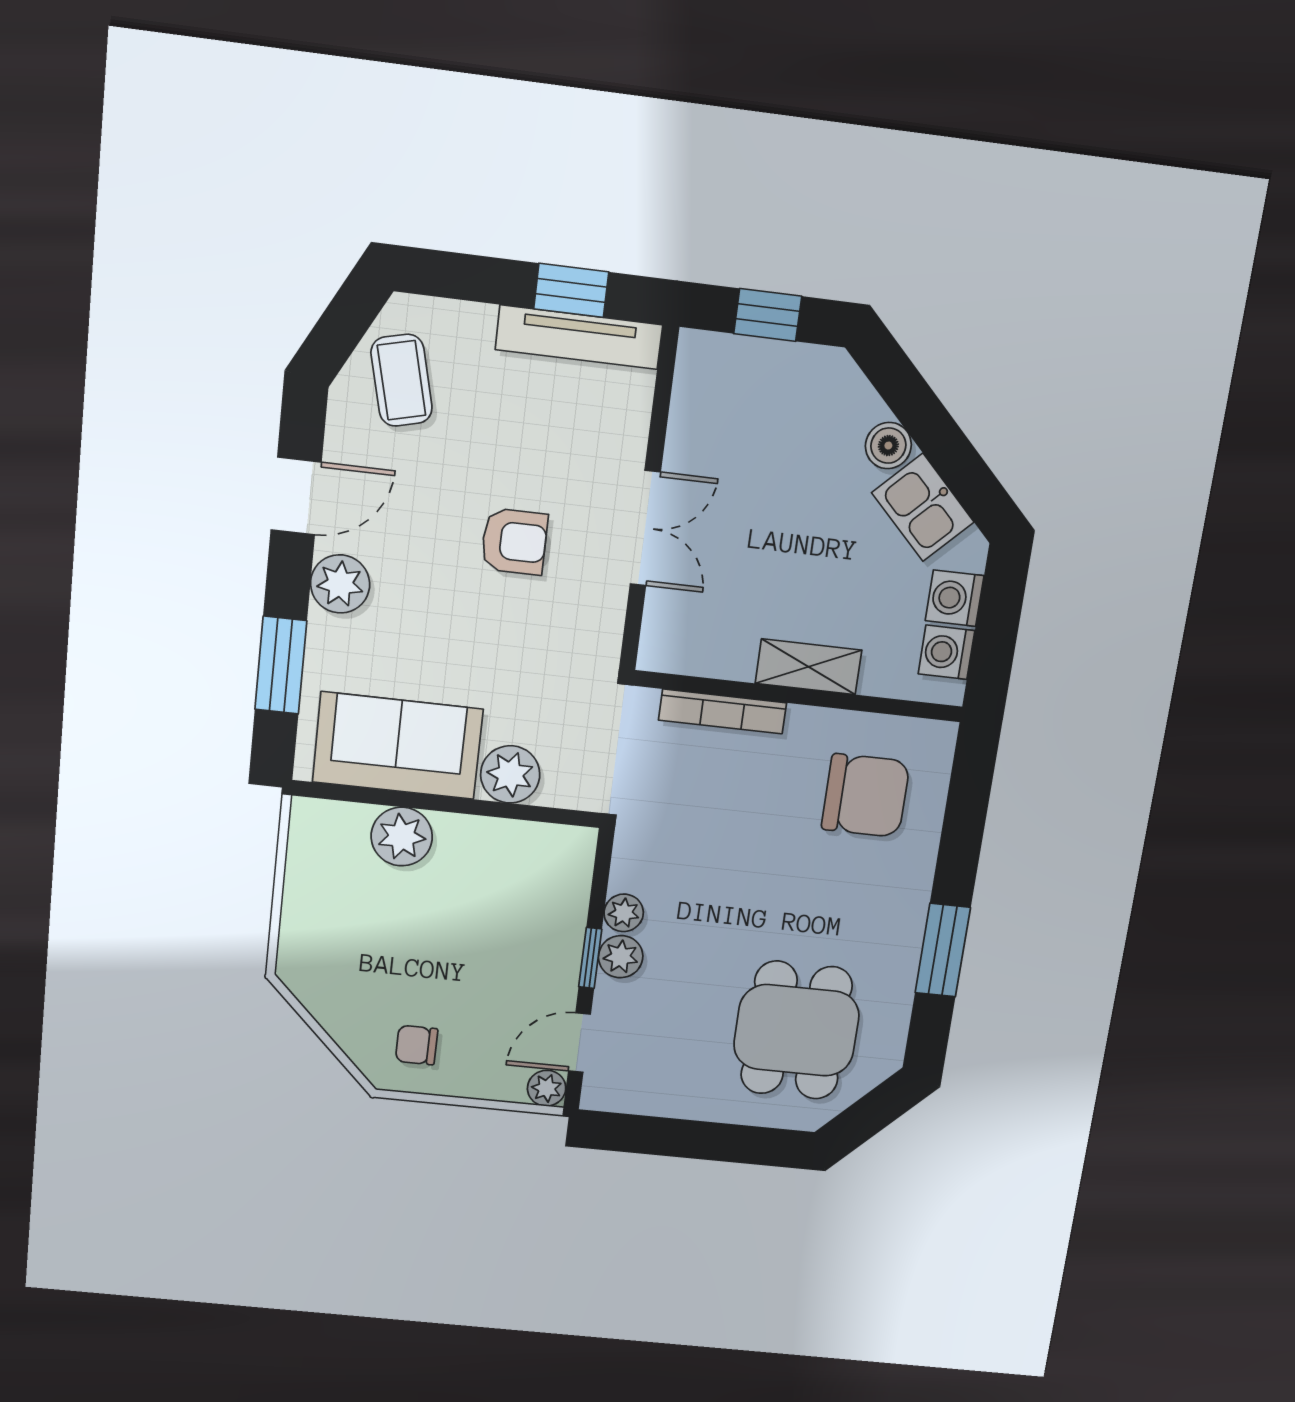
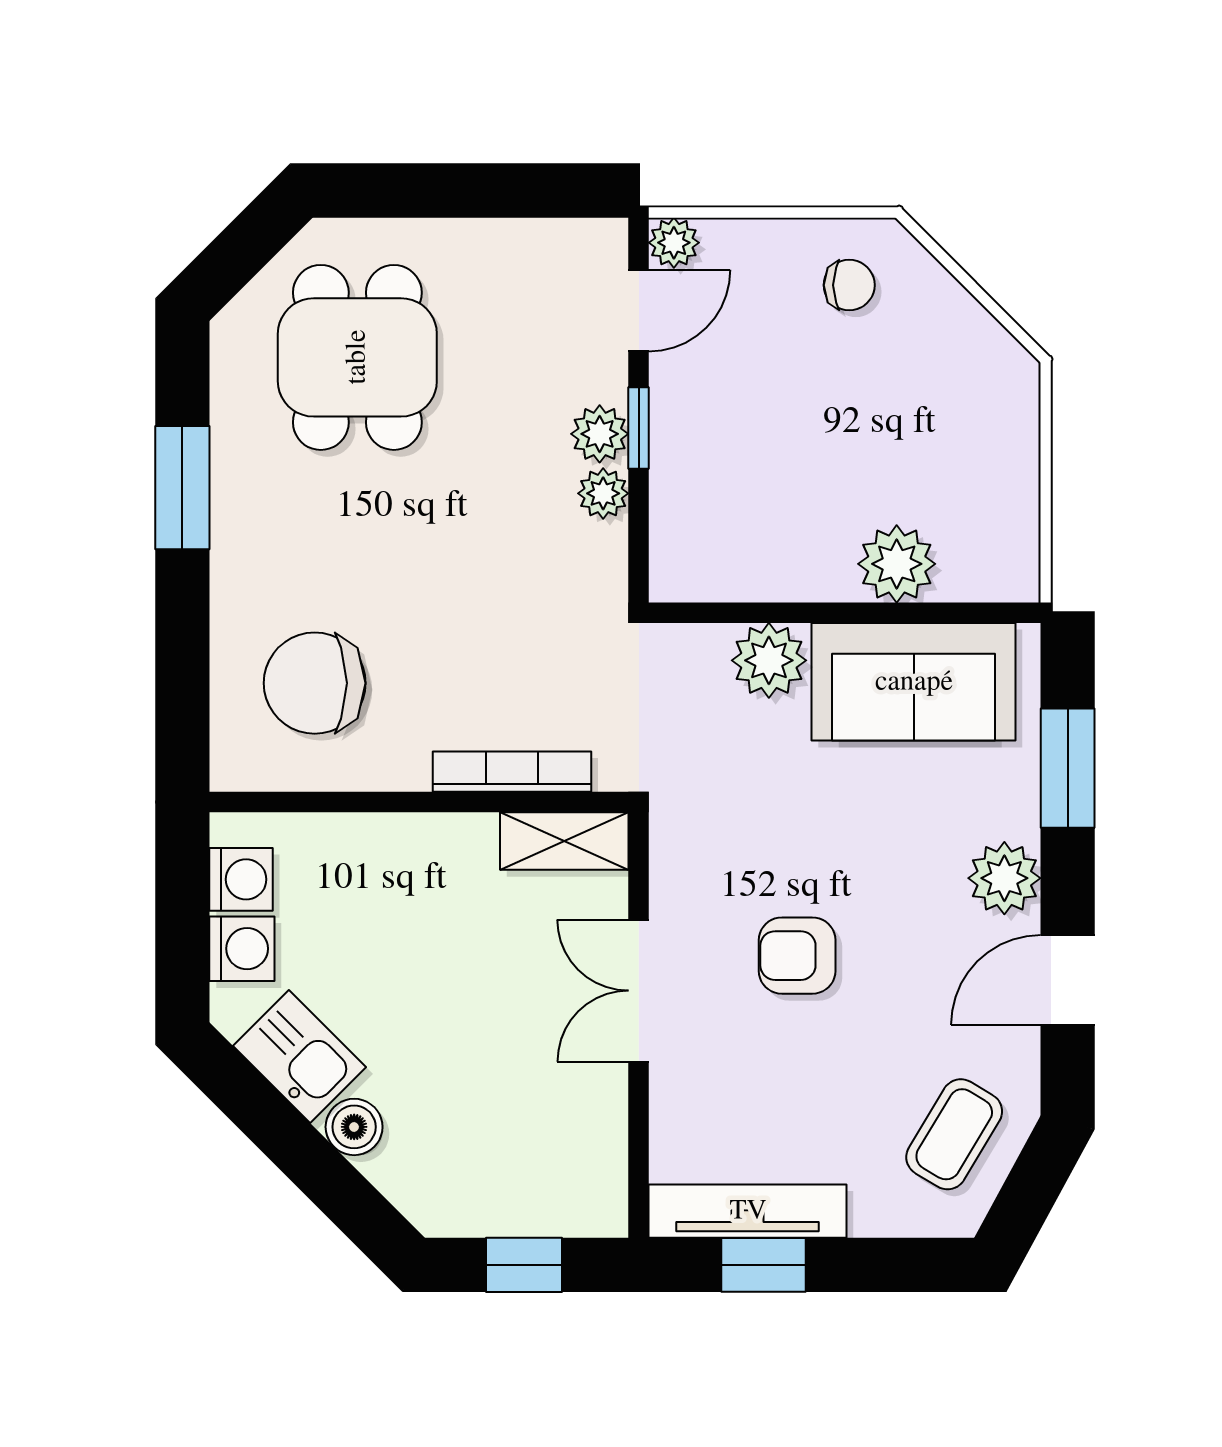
coffee table: (402, 380) -> (954, 1134), turned 45
shelving: (808, 667) -> (564, 841), moved

